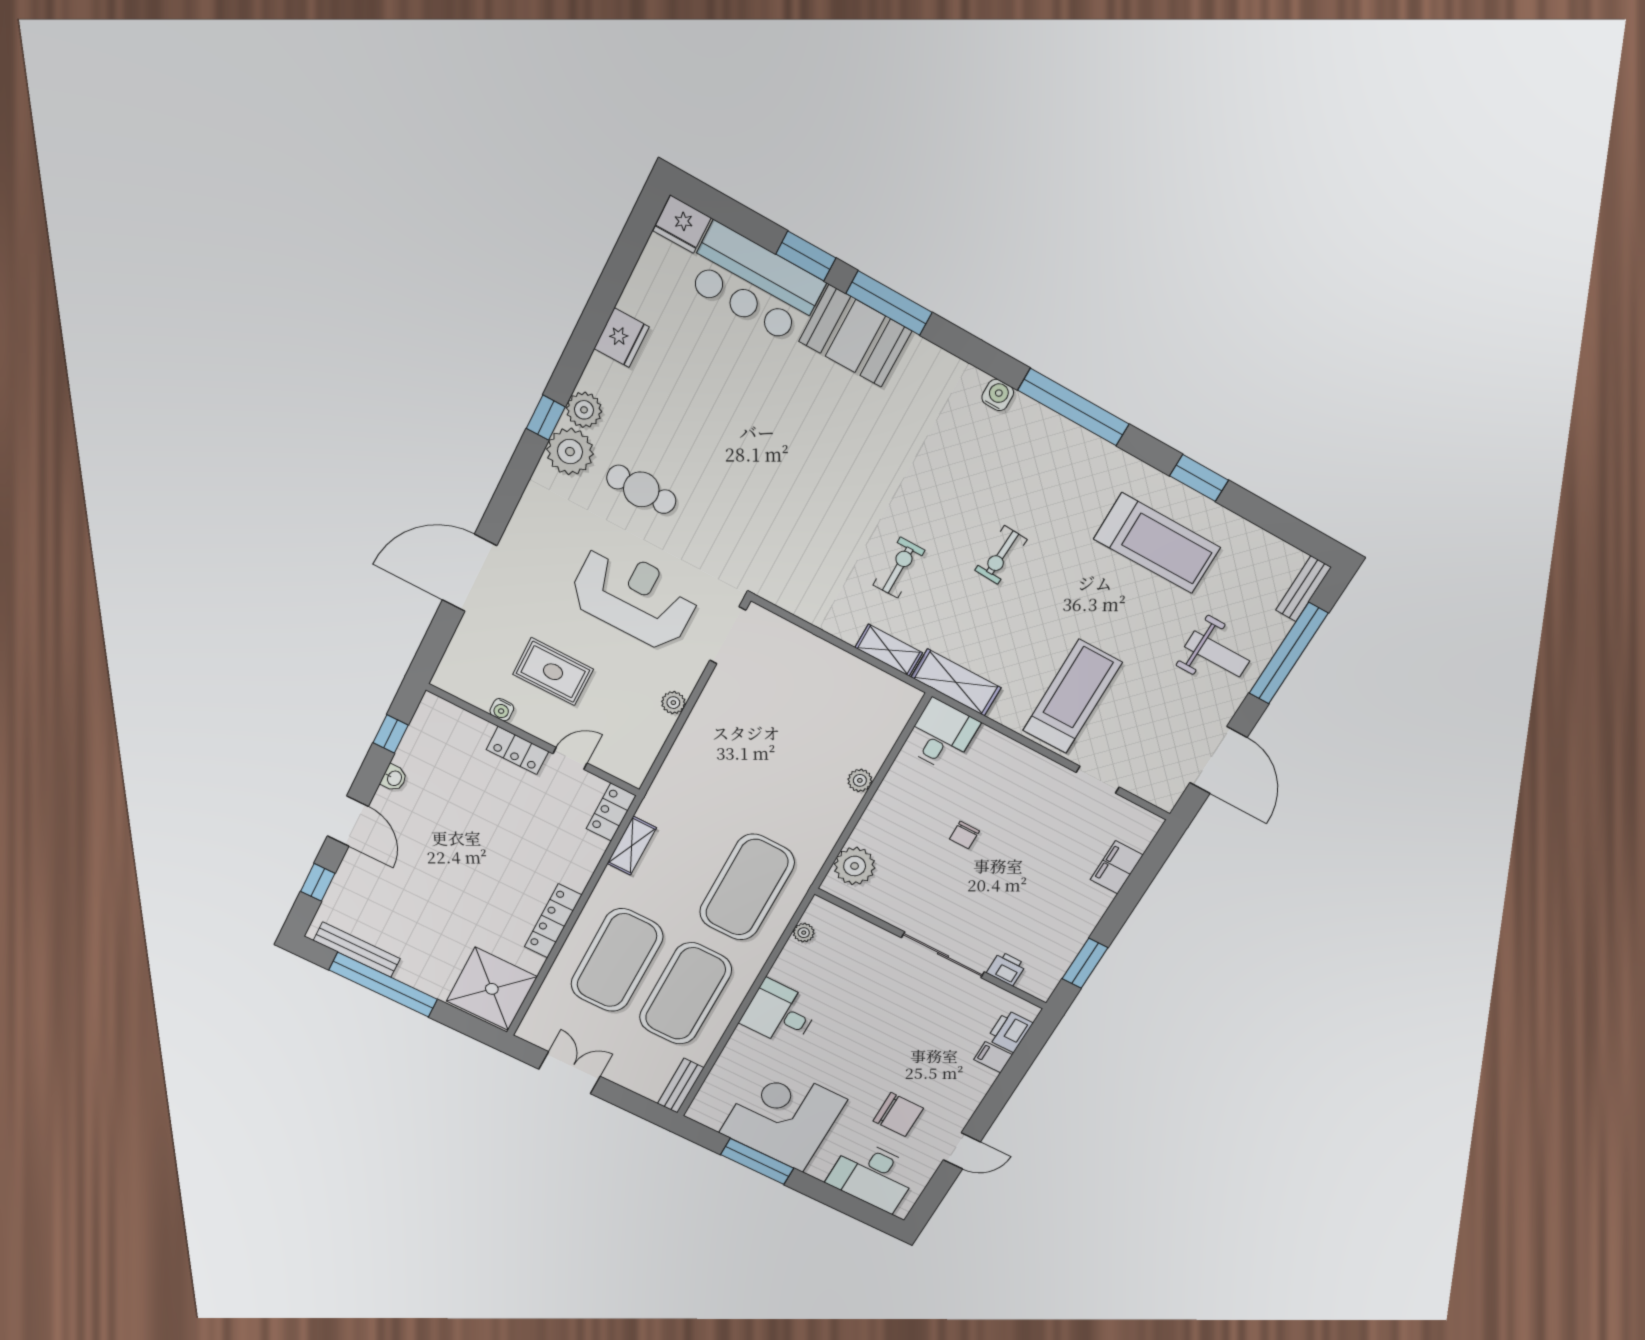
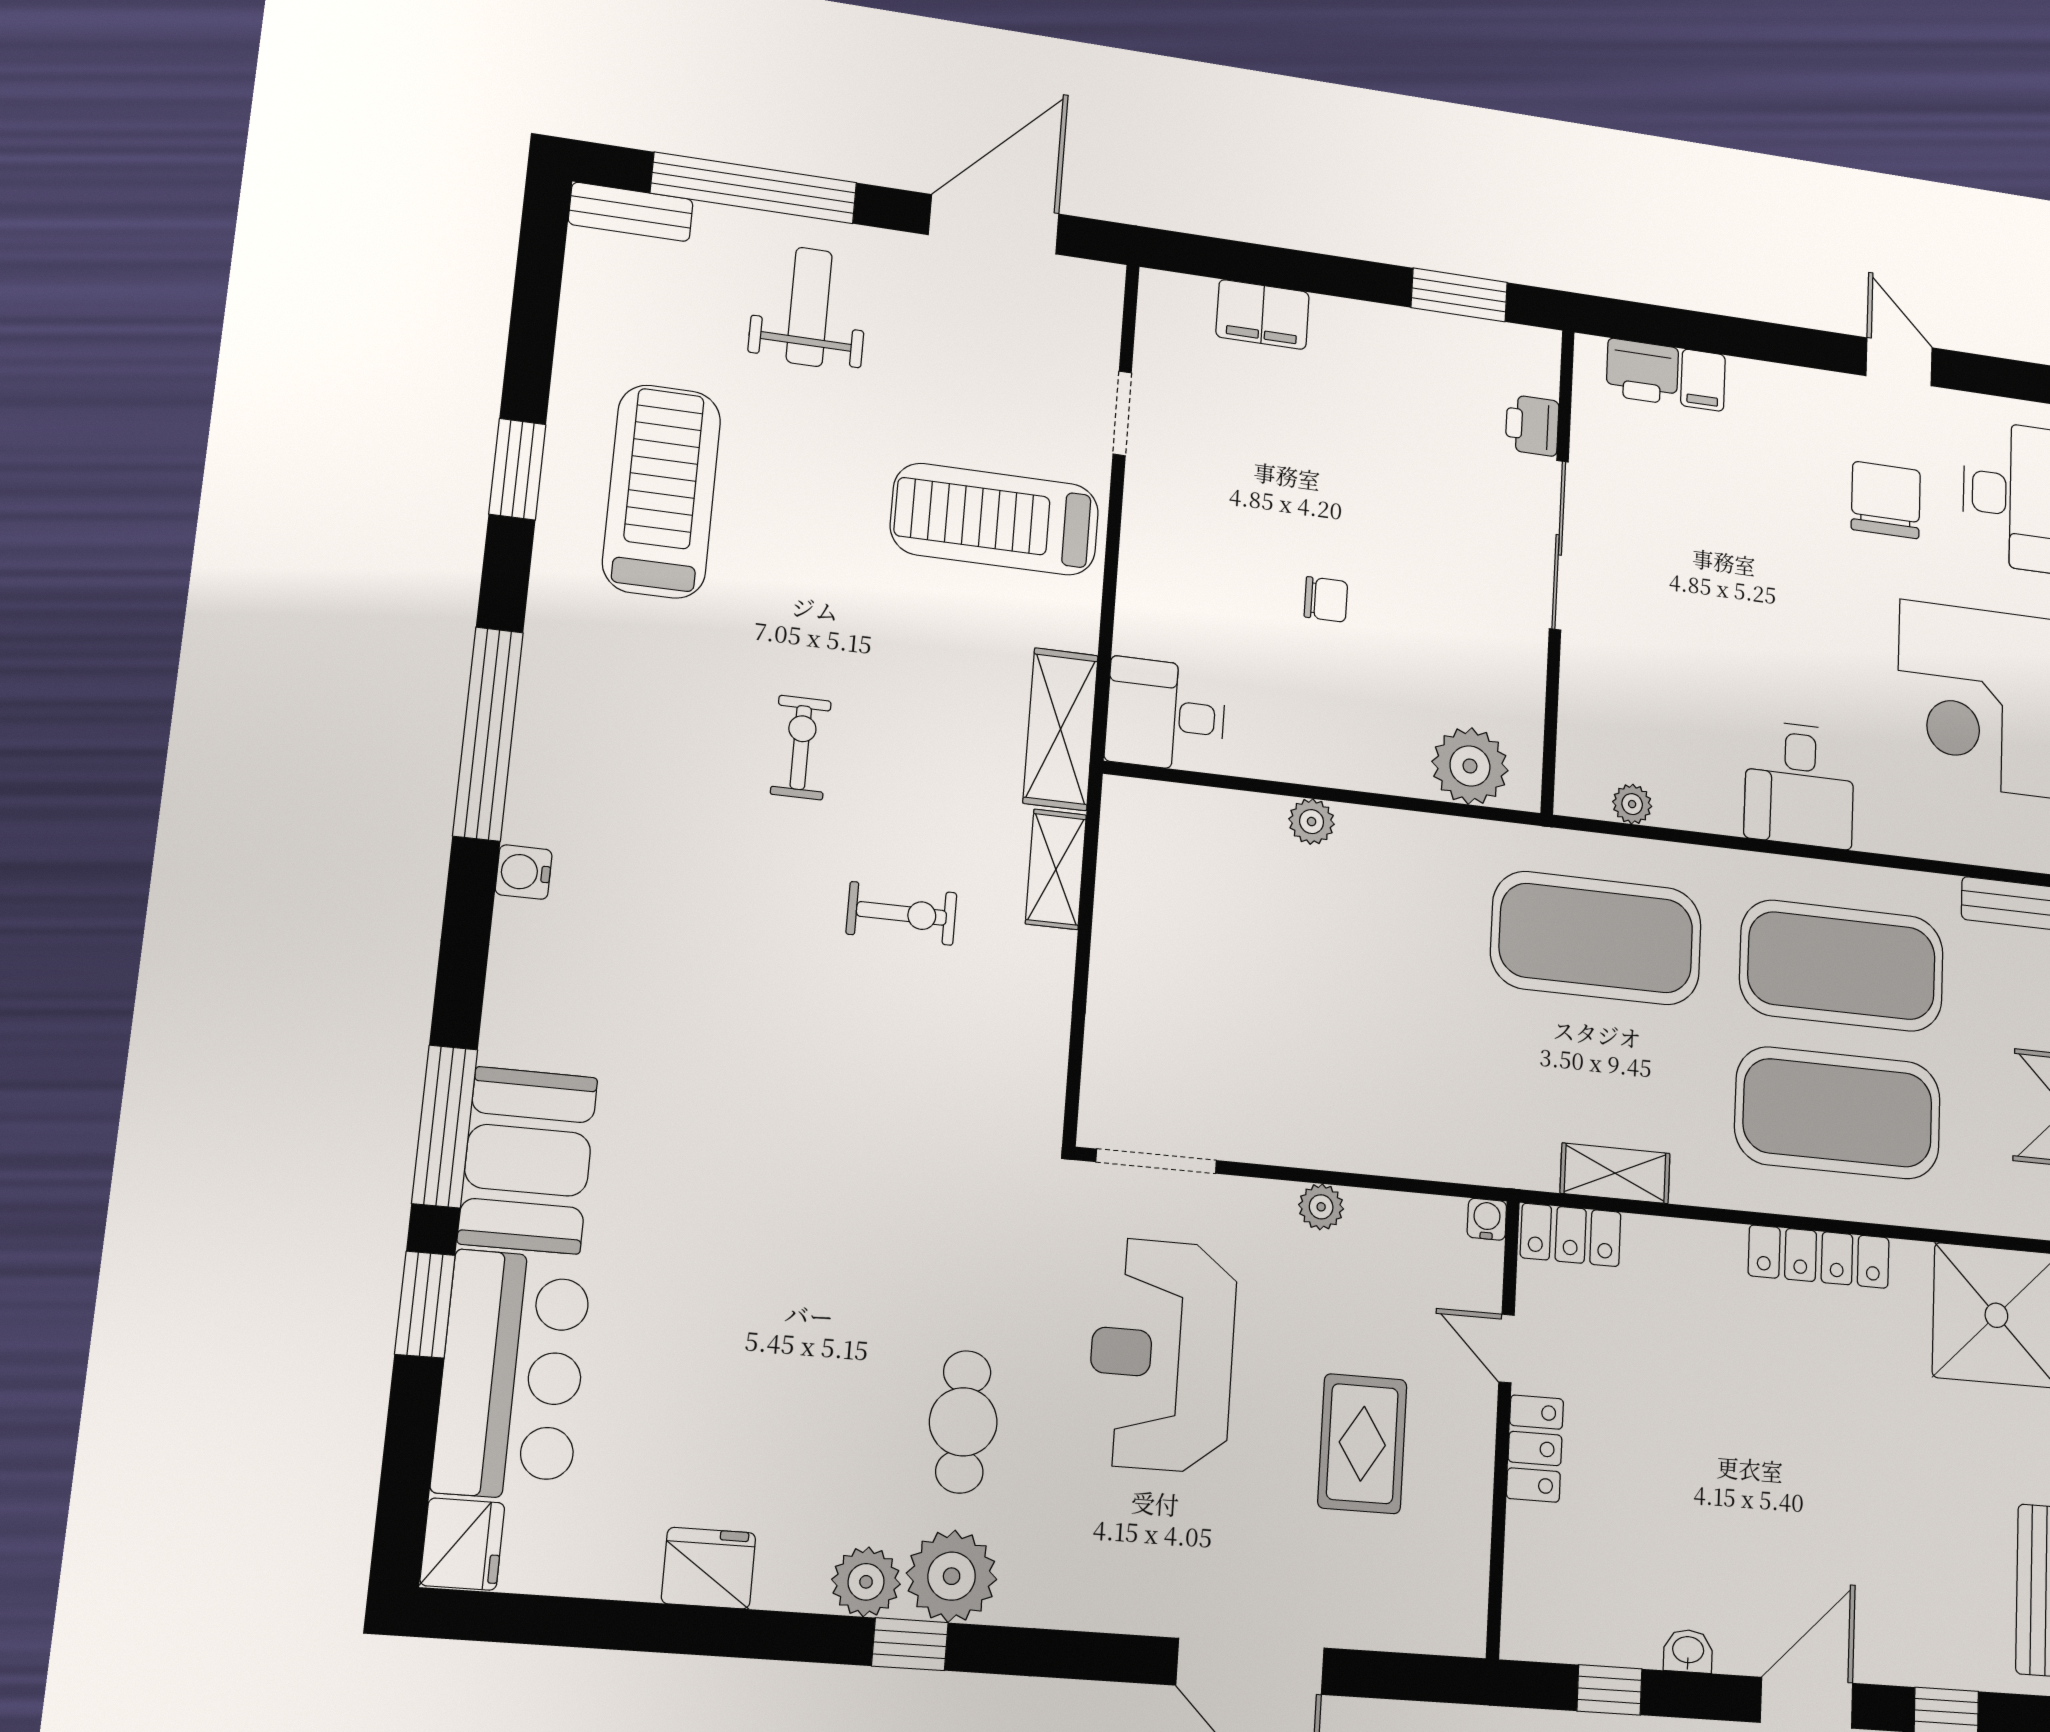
exercise bike: (1001, 555) -> (801, 748), turned -93
exercise bike: (899, 568) -> (902, 913), turned 180
water cooler: (502, 710) -> (1487, 1219), moved, turned -90

